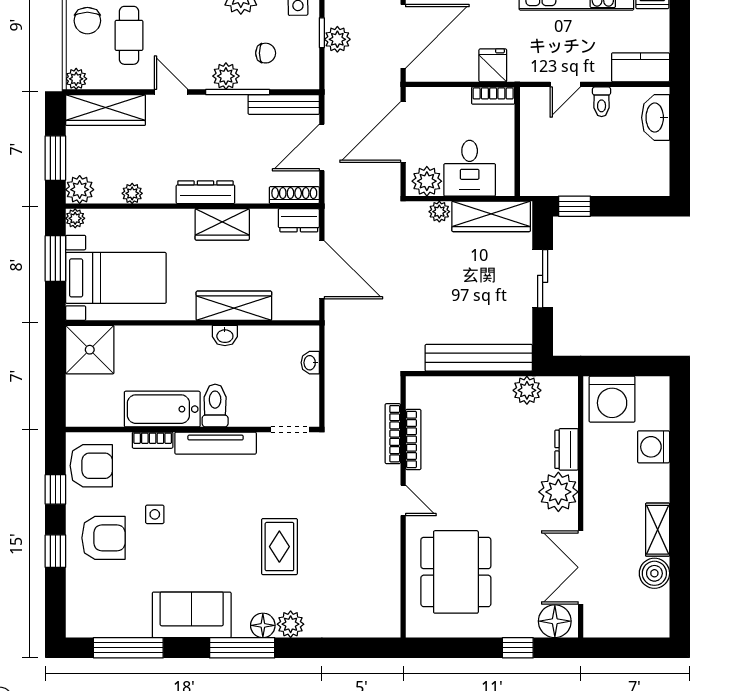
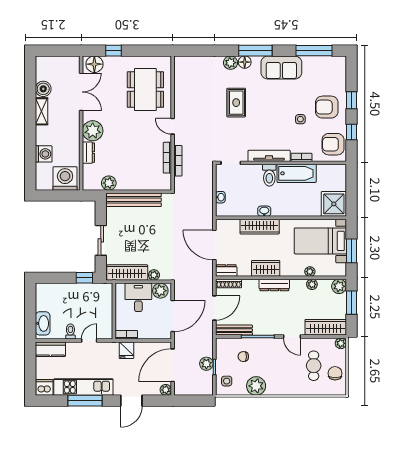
plant: (226, 76) -> (264, 345), removed
plant: (75, 218) -> (310, 272), moved

